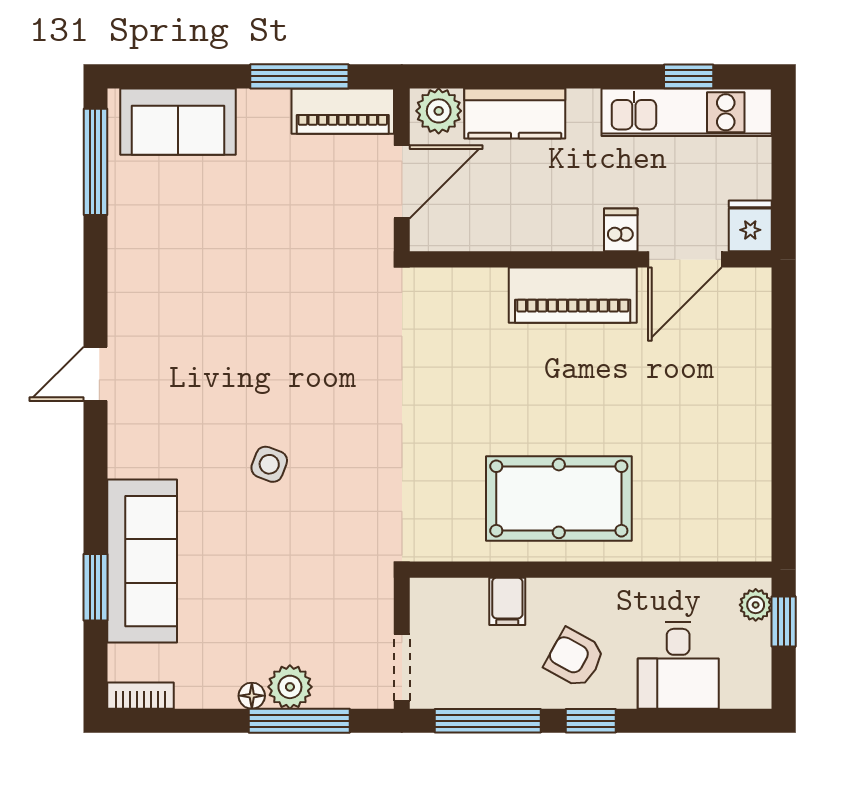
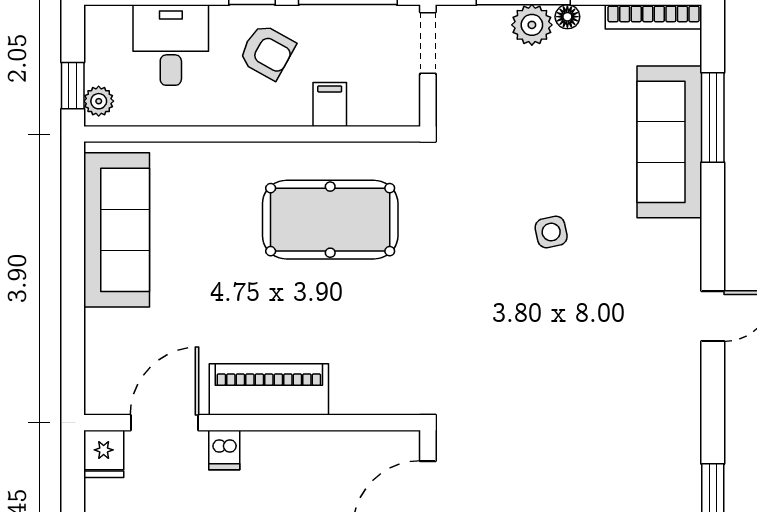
side table: (269, 464) -> (551, 232), turned -33
sofa: (736, 467) -> (117, 230), added
pool table: (559, 498) -> (330, 220), moved
window: (95, 587) -> (713, 118), width x1.44
bookcase: (141, 696) -> (654, 17), width x1.56

